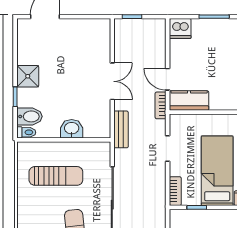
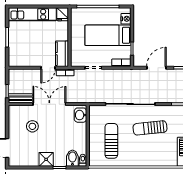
dishwasher: (180, 29) -> (15, 59), removed
stool: (78, 55) -> (32, 126), added
double door: (112, 81) -> (49, 104), width x1.37
washbasin: (72, 129) -> (80, 115), moved
bench: (121, 129) -> (20, 98), moved

